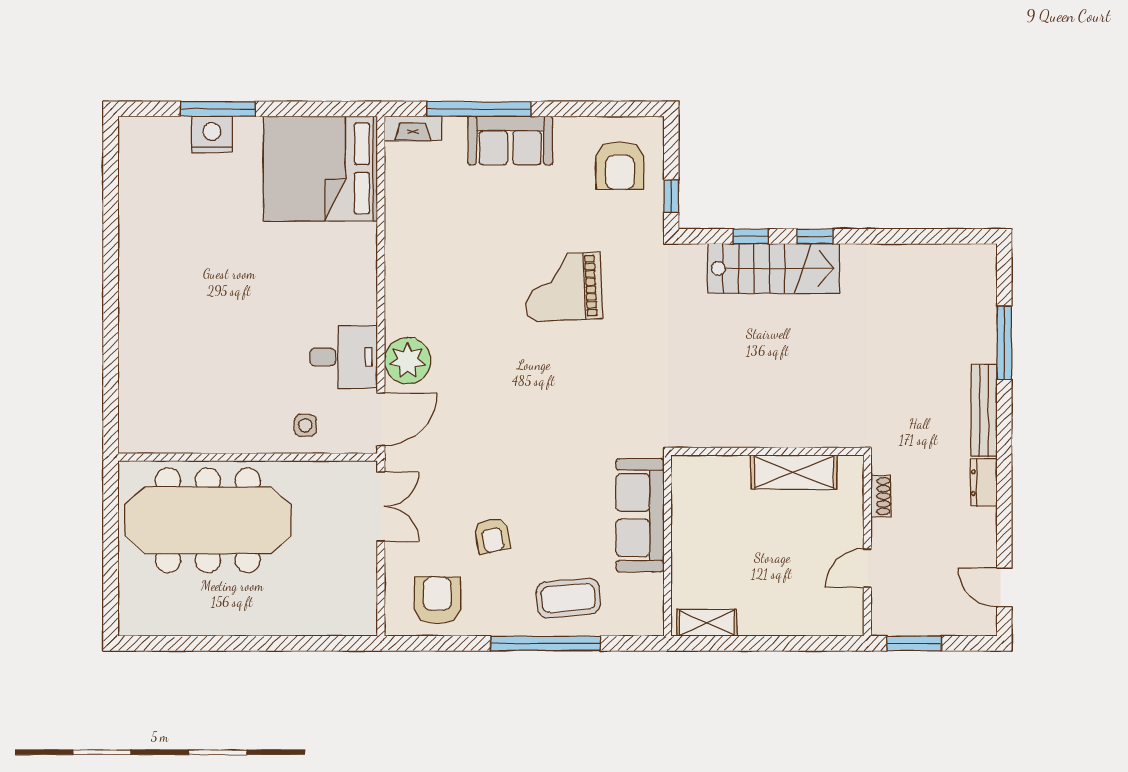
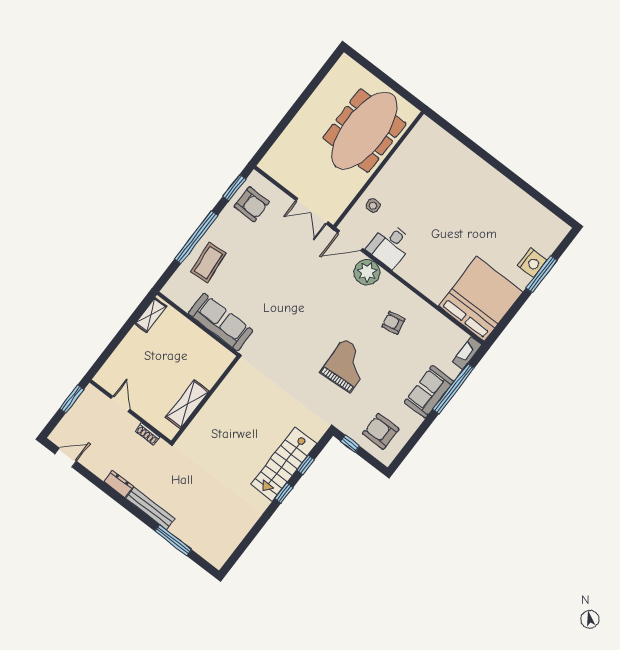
door: (381, 419) -> (350, 241), hinge flipped
armchair: (492, 536) -> (393, 323), moved
window: (433, 643) -> (234, 188), added

